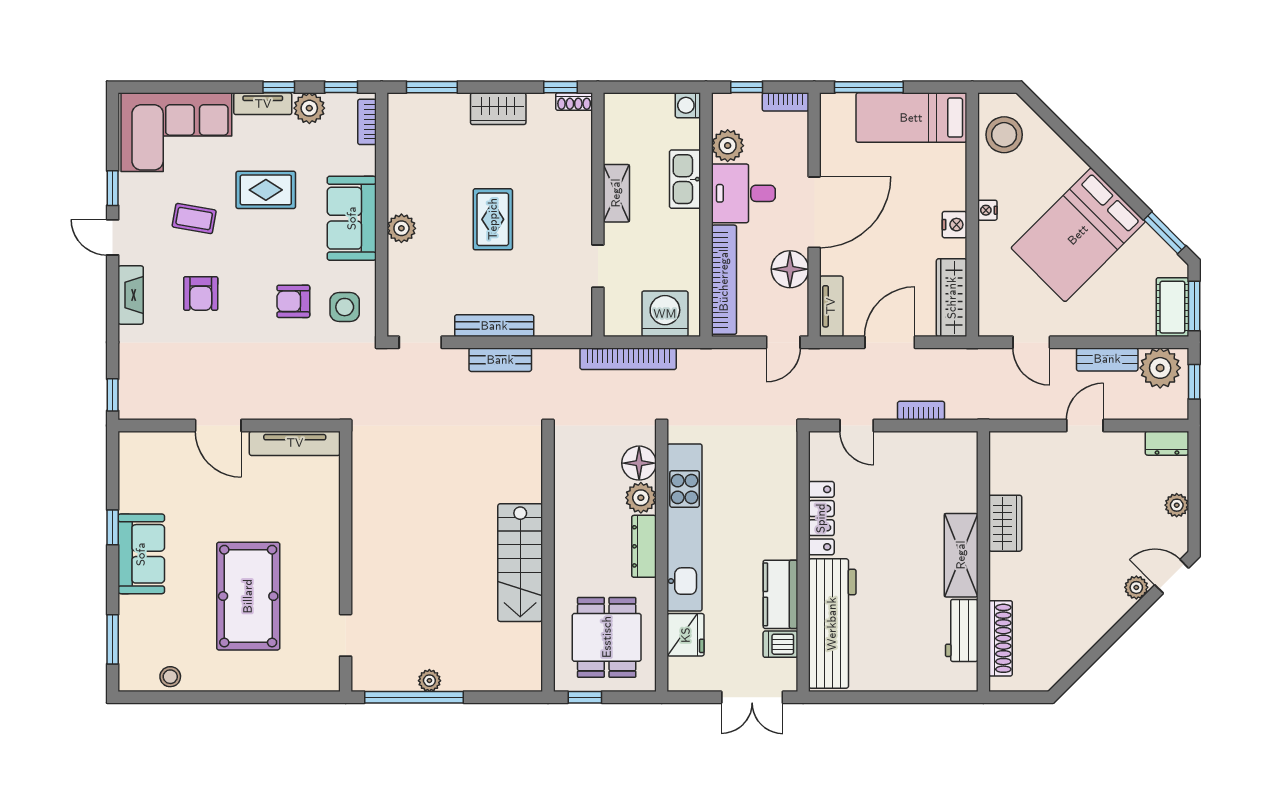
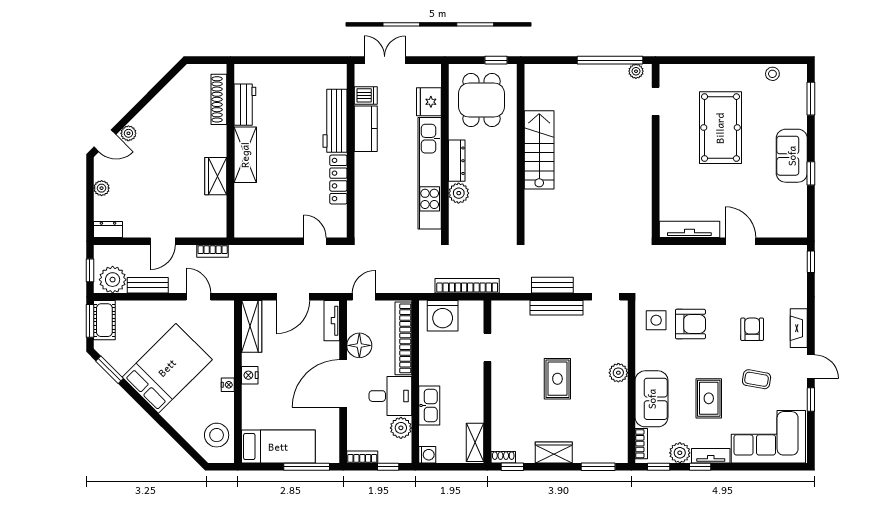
rug: (266, 190) -> (709, 398), turned 90
shelving: (616, 193) -> (475, 442), moved
sofa: (352, 218) -> (652, 399), moved
armchair: (293, 301) -> (690, 324), width x1.38, depth x1.38
bookcase: (921, 411) -> (213, 251), moved
floor lamp: (639, 463) -> (460, 216), removed
workbench: (832, 624) -> (335, 121), width x0.73, depth x0.76
plant: (429, 681) -> (636, 71), moved

